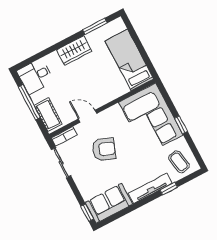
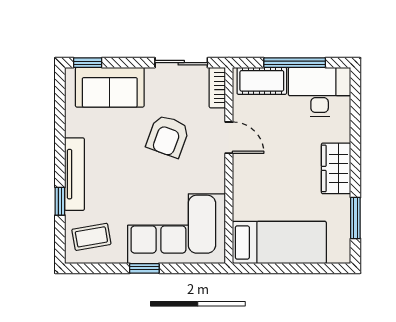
desk: (35, 76) -> (320, 92), width x1.37
door: (88, 116) -> (229, 138), hinge flipped
sofa: (109, 203) -> (110, 87), moved, turned 90

